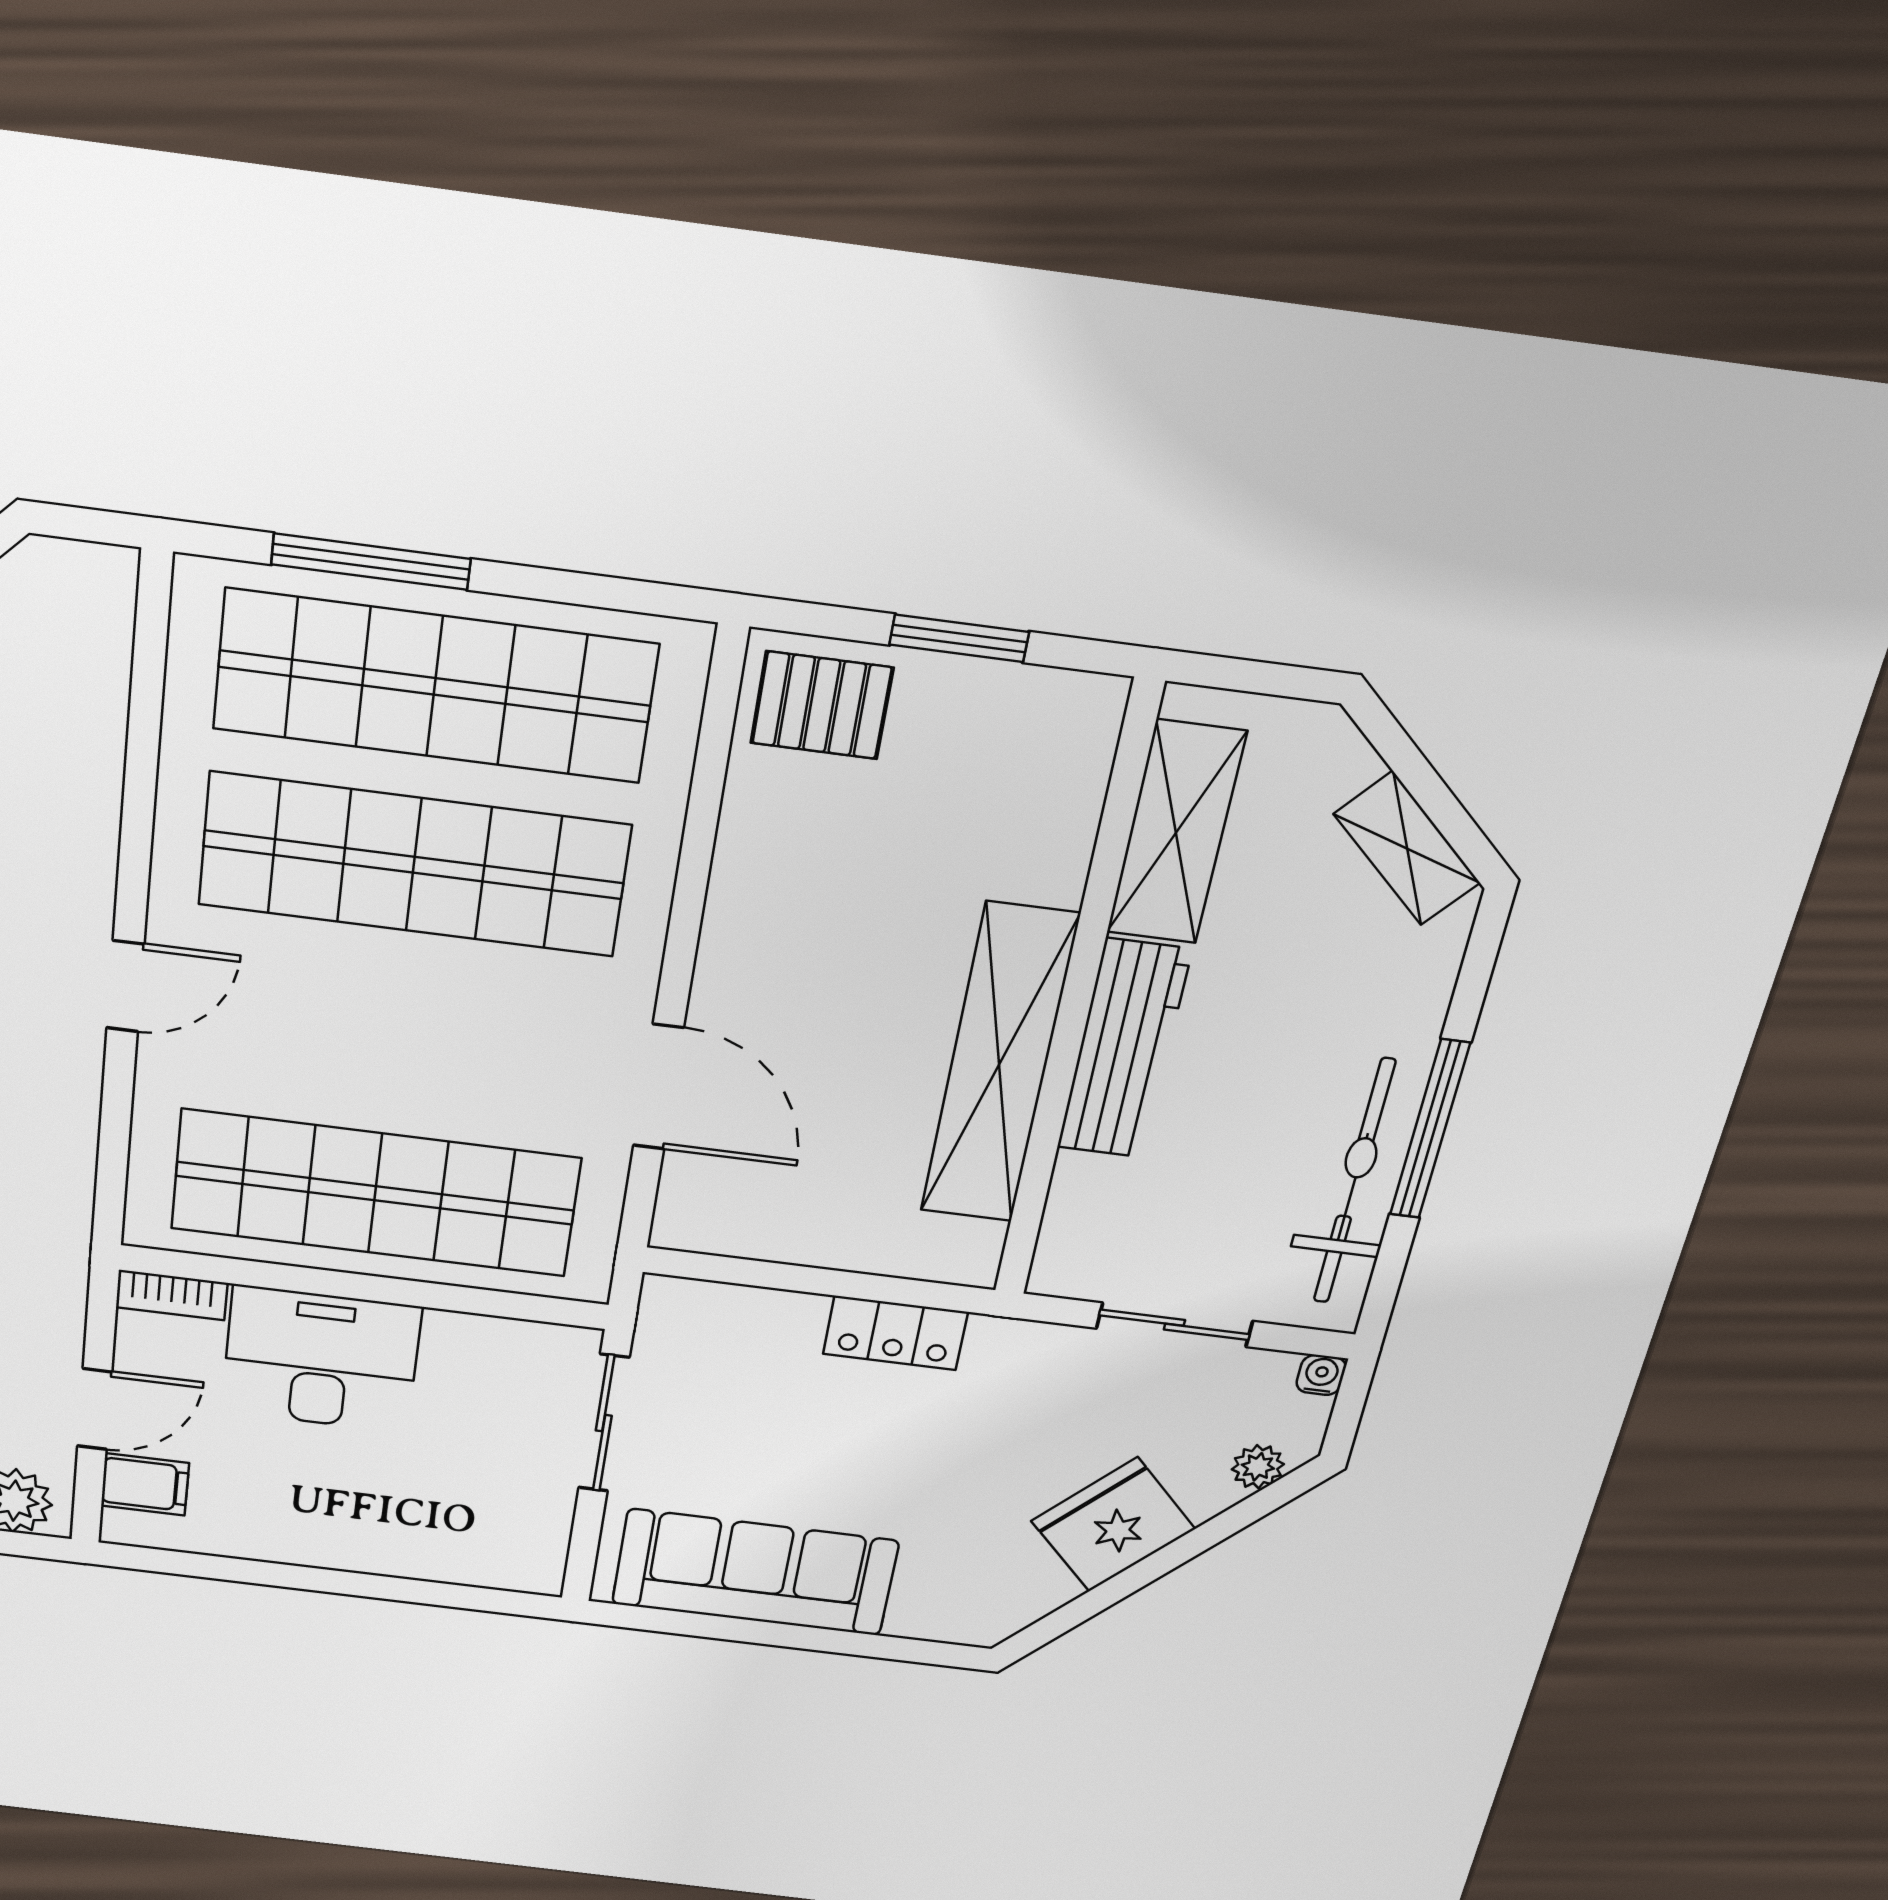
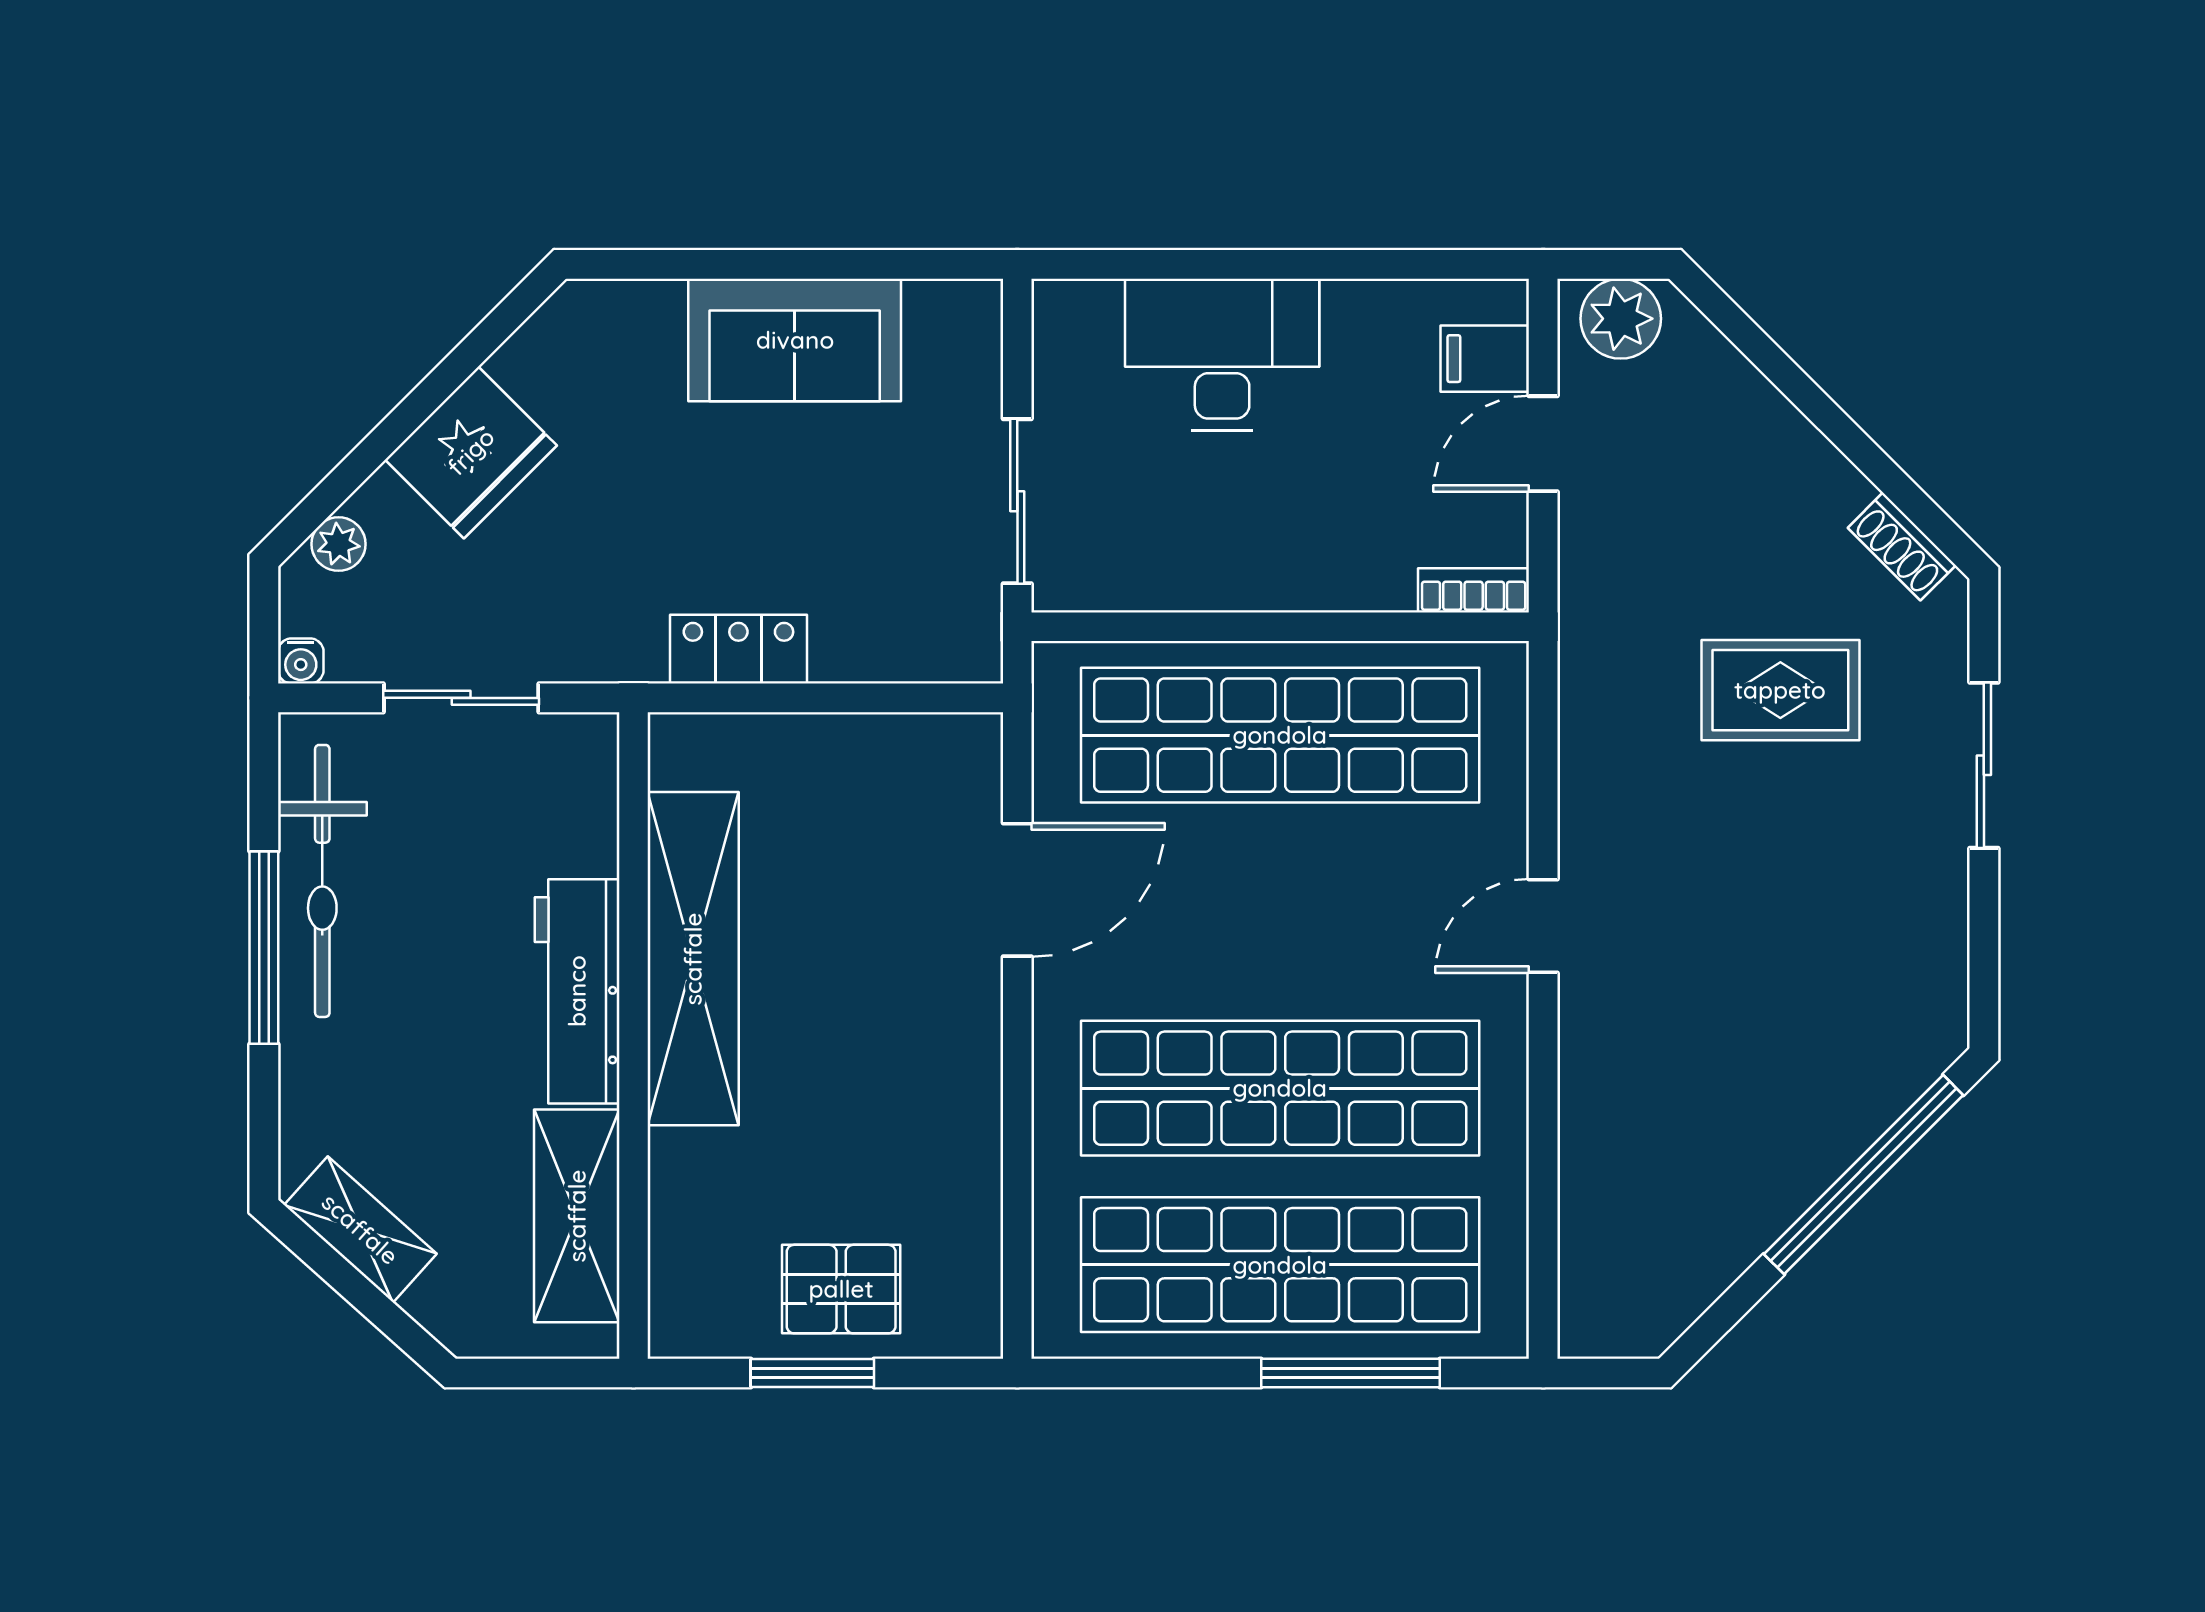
pallet: (822, 705) -> (841, 1289), moved
door: (658, 1087) -> (1017, 890), swing flipped
desk: (321, 1359) -> (1222, 355), moved, turned 180
sofa: (755, 1572) -> (795, 340), width x0.73

